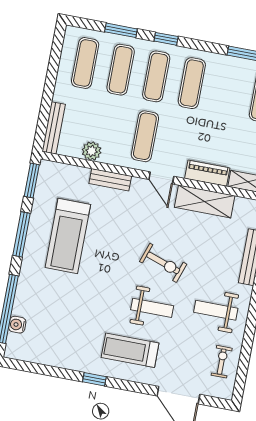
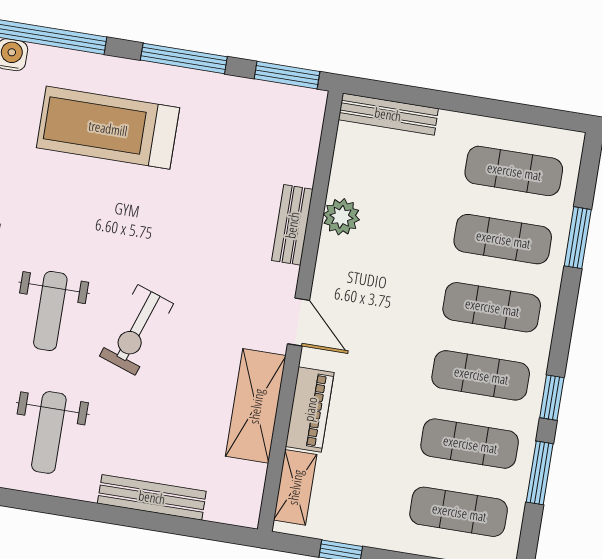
window: (166, 39) -> (552, 398), moved
exercise mat: (145, 136) -> (470, 444), moved
plant: (92, 151) -> (341, 217), moved
door: (161, 178) -> (298, 322), swing flipped
treadmill: (68, 236) -> (108, 128), moved
weight bench: (216, 310) -> (49, 432), turned 180

